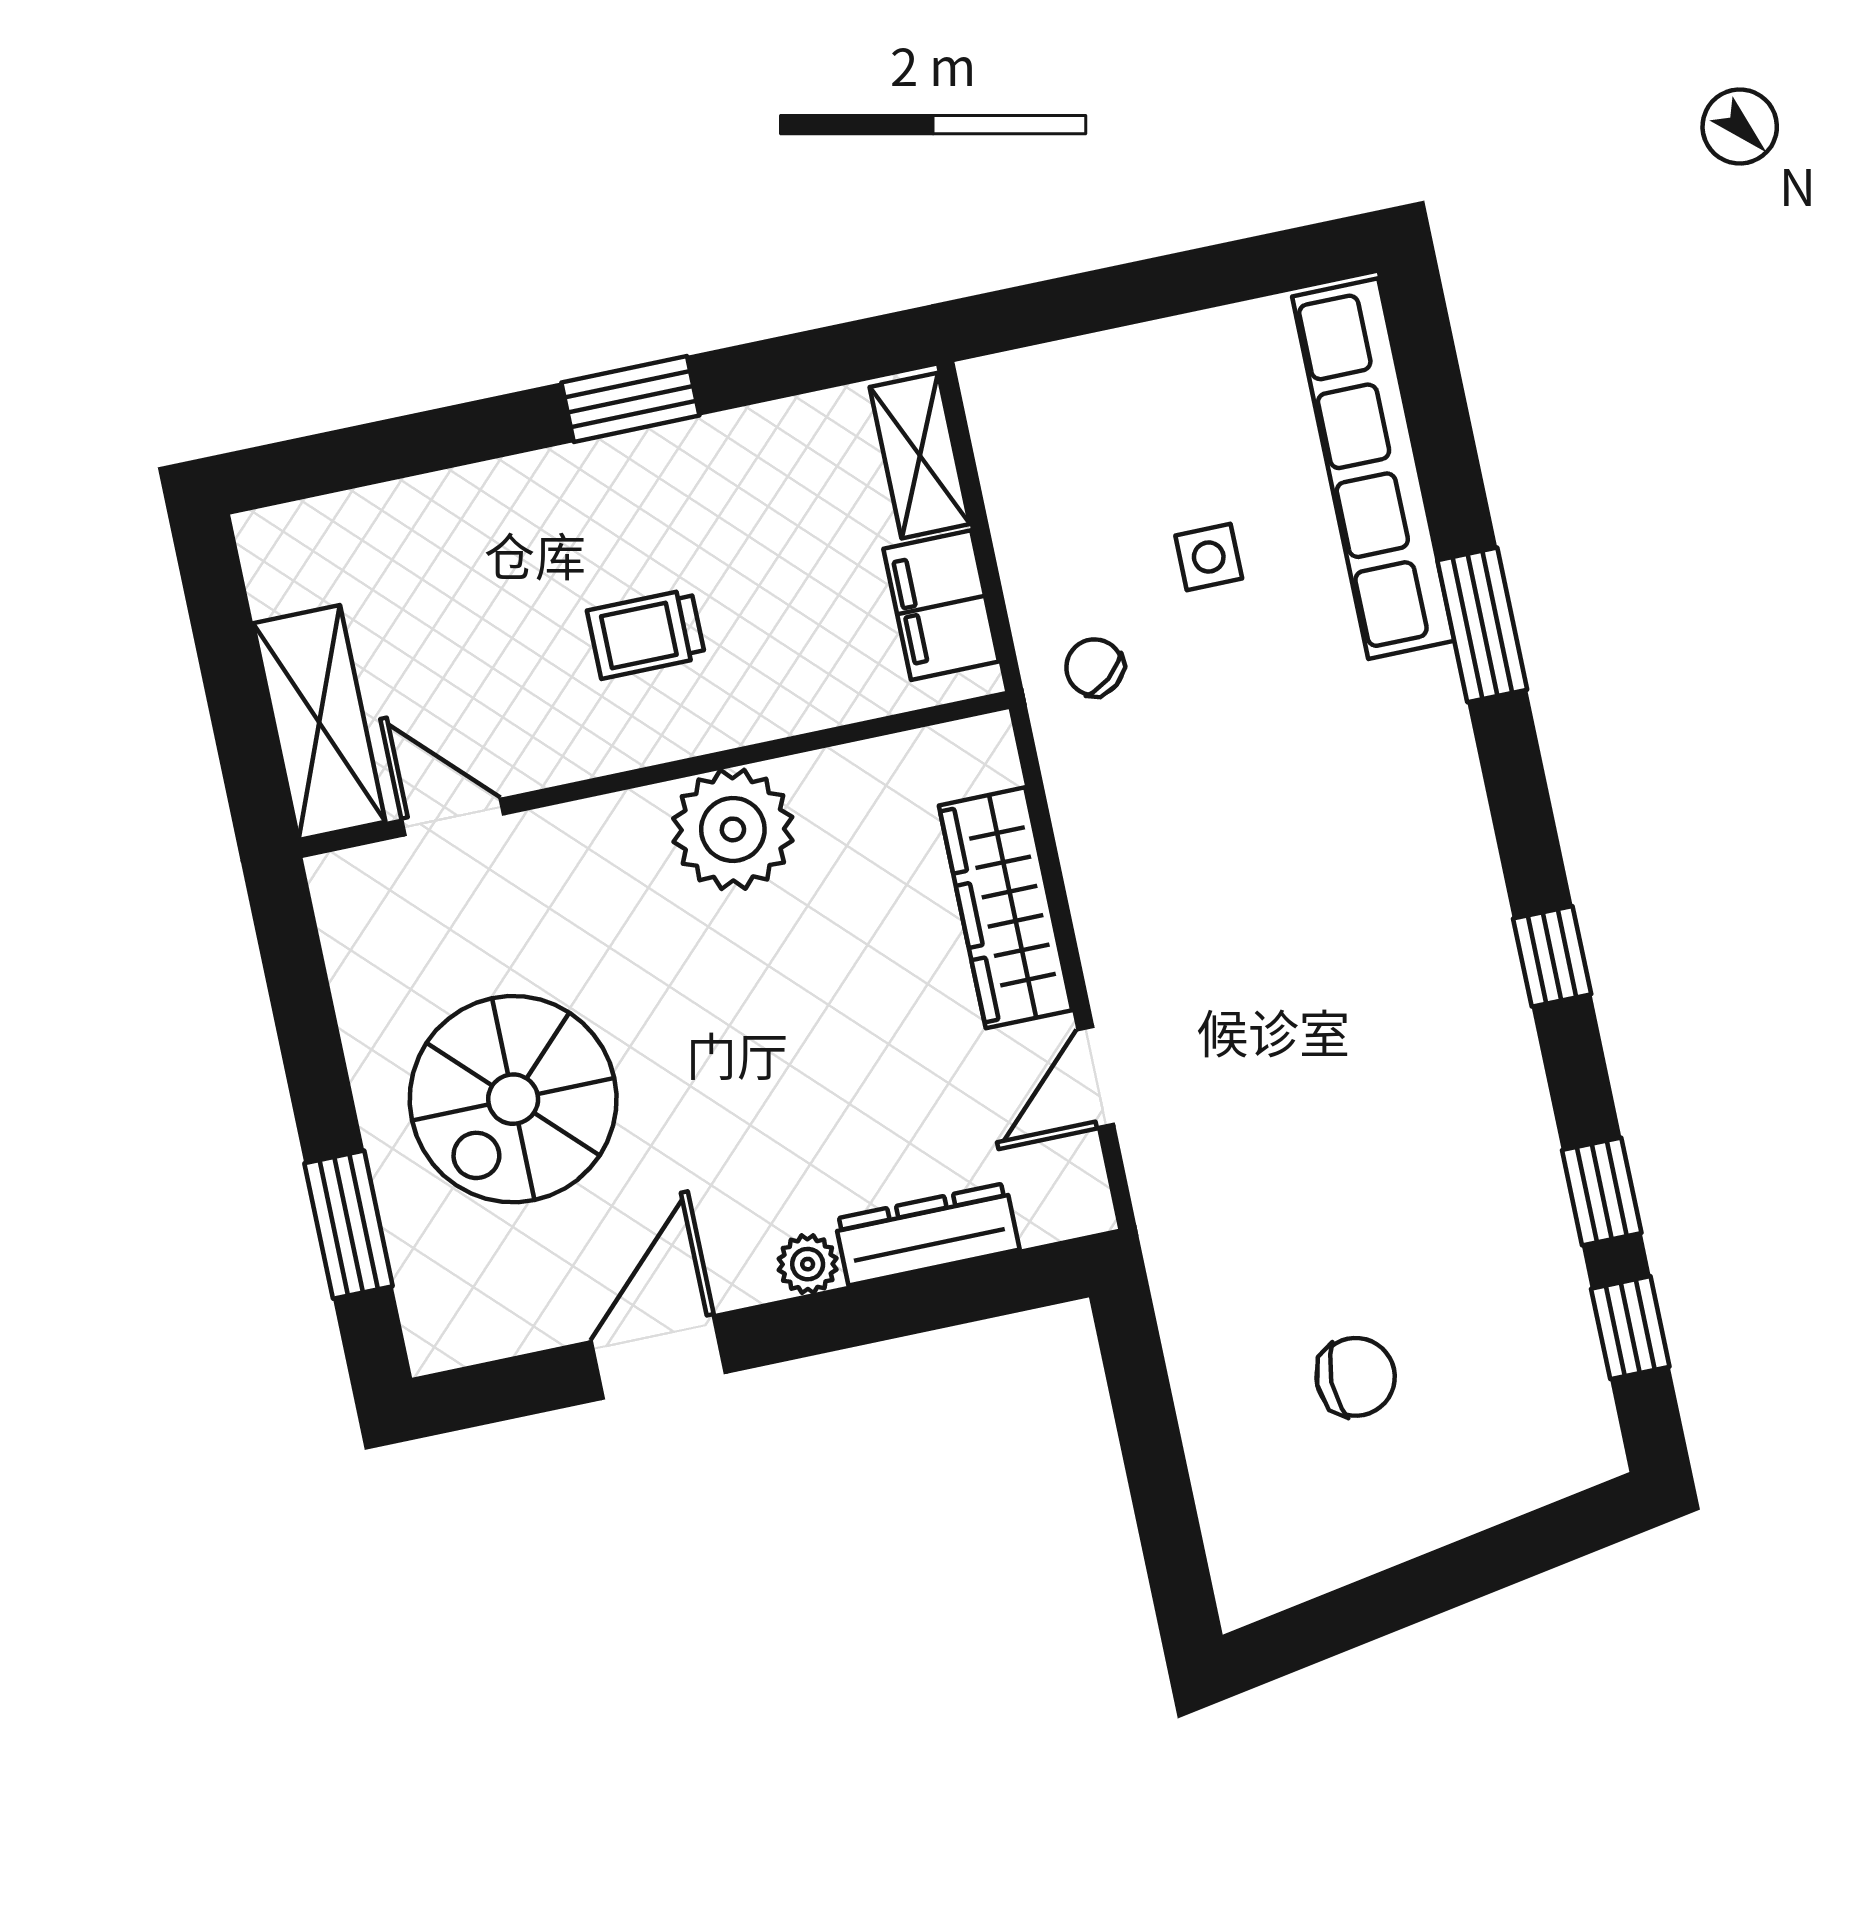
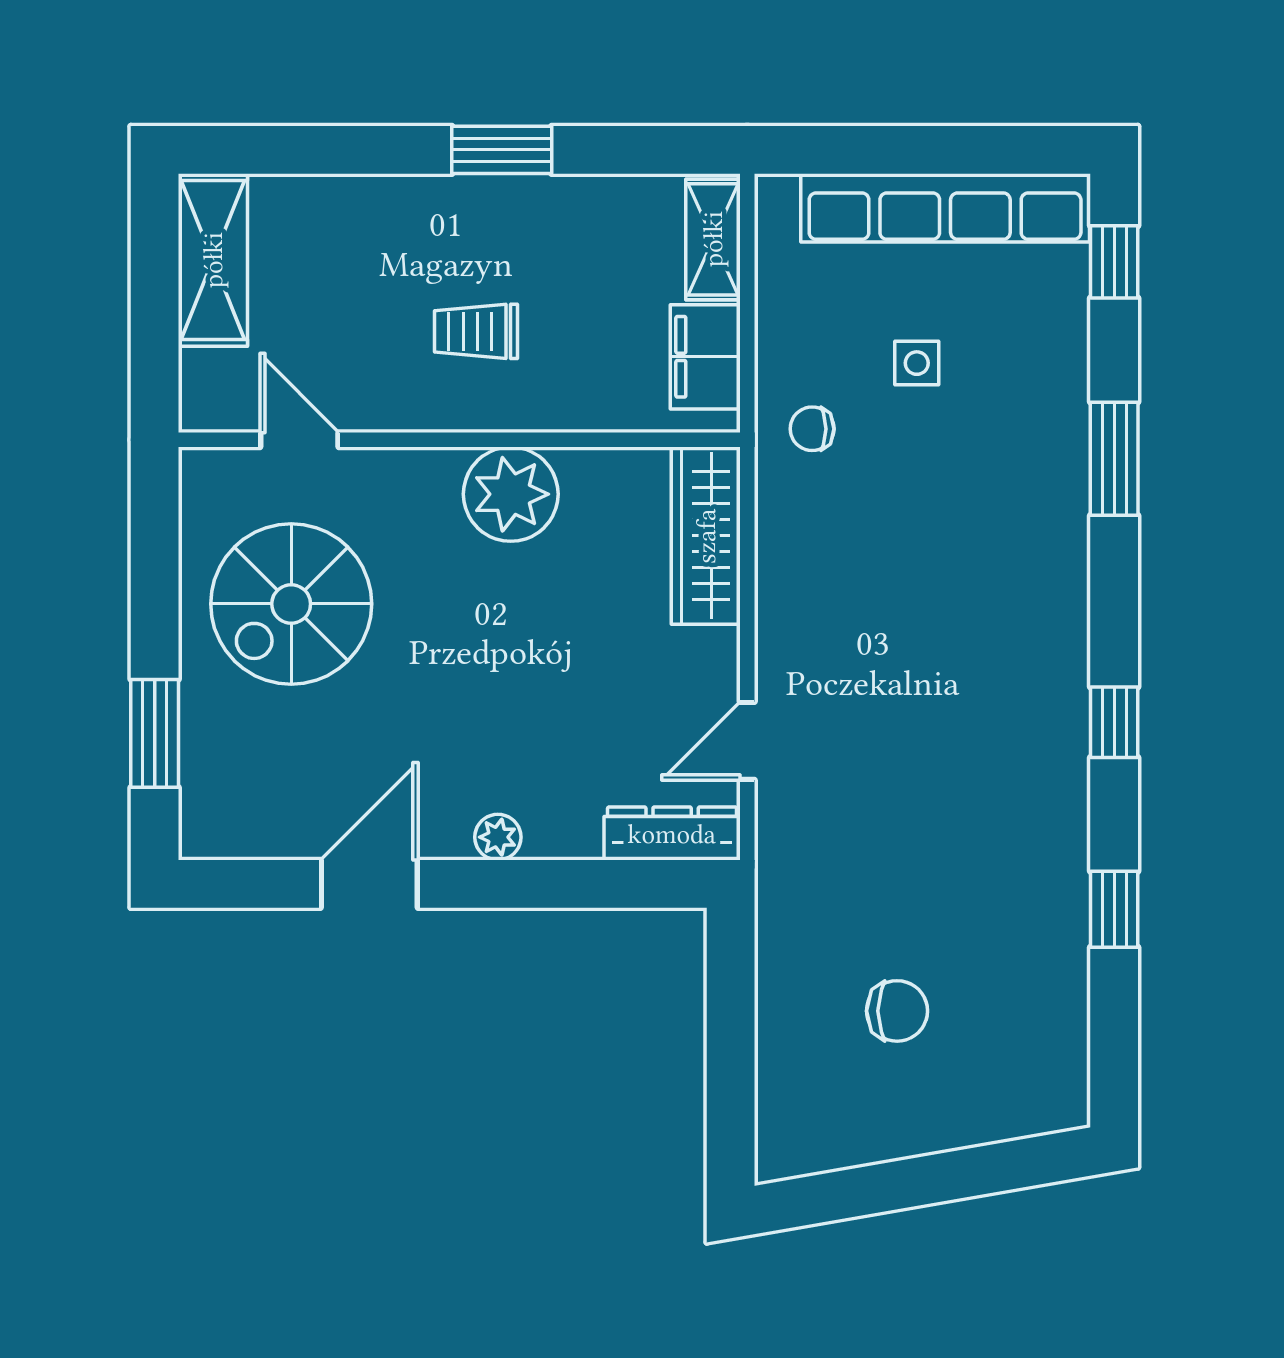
row of seats: (1373, 469) -> (945, 208), moved, turned -90
chair: (1095, 667) -> (812, 429), turned -51
shelving: (319, 722) -> (213, 260), moved
wardrobe: (1006, 908) -> (706, 536), moved
spiral stairs: (513, 1099) -> (291, 604), moved
dresser: (927, 1234) -> (672, 834), moved
window: (1630, 1328) -> (1114, 262), moved

